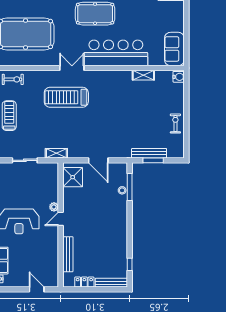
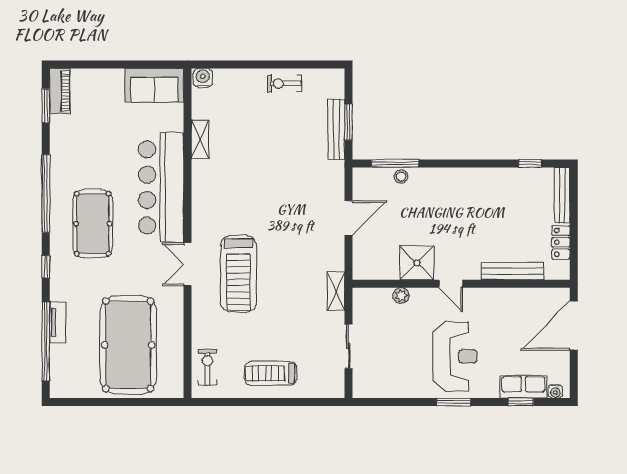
shower: (73, 177) -> (417, 263), moved
plant: (54, 207) -> (401, 296), moved
door: (37, 289) -> (574, 326), width x1.87

